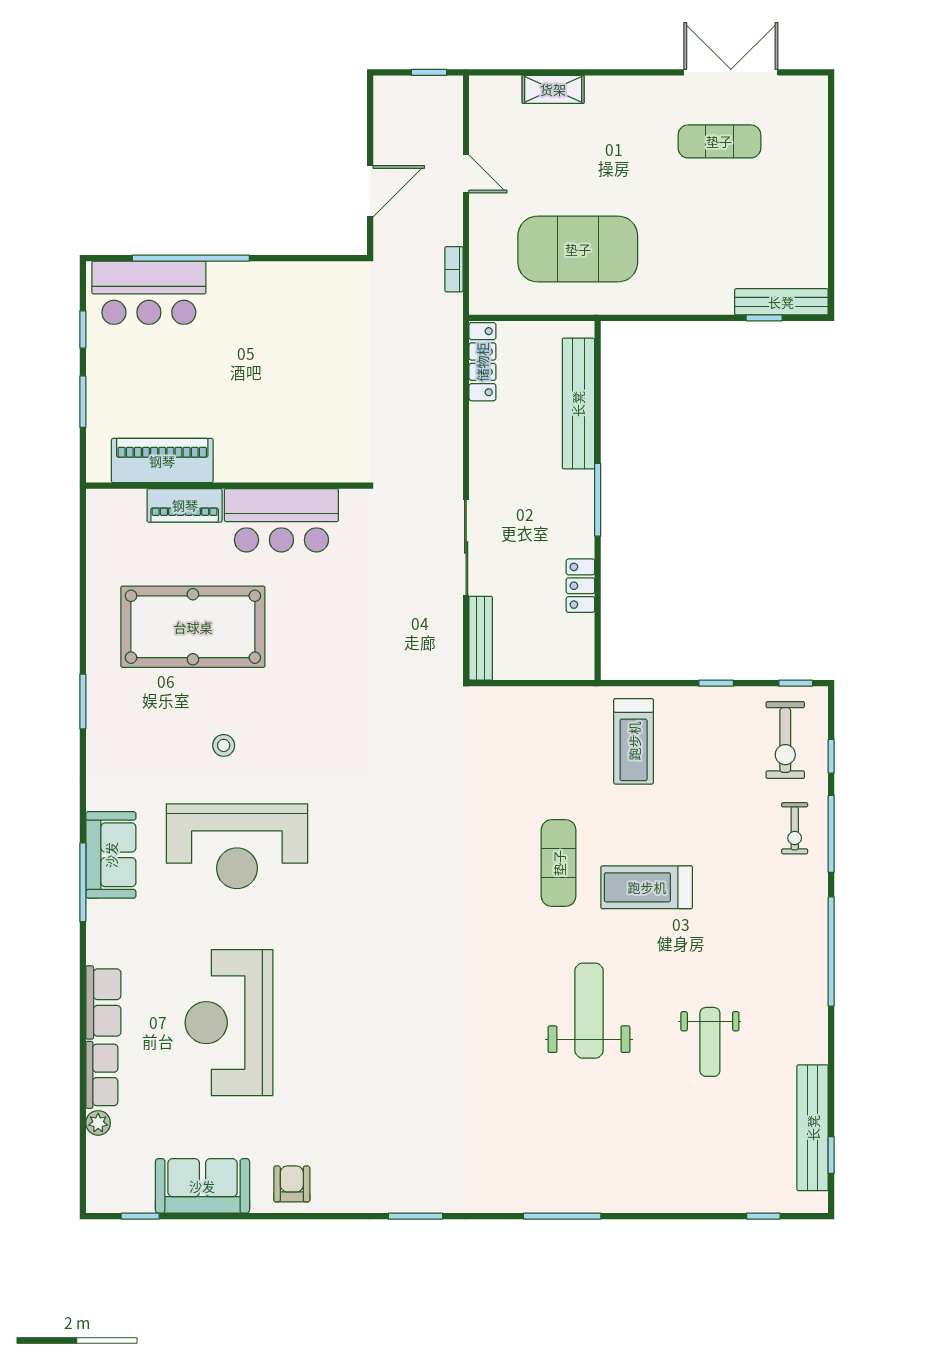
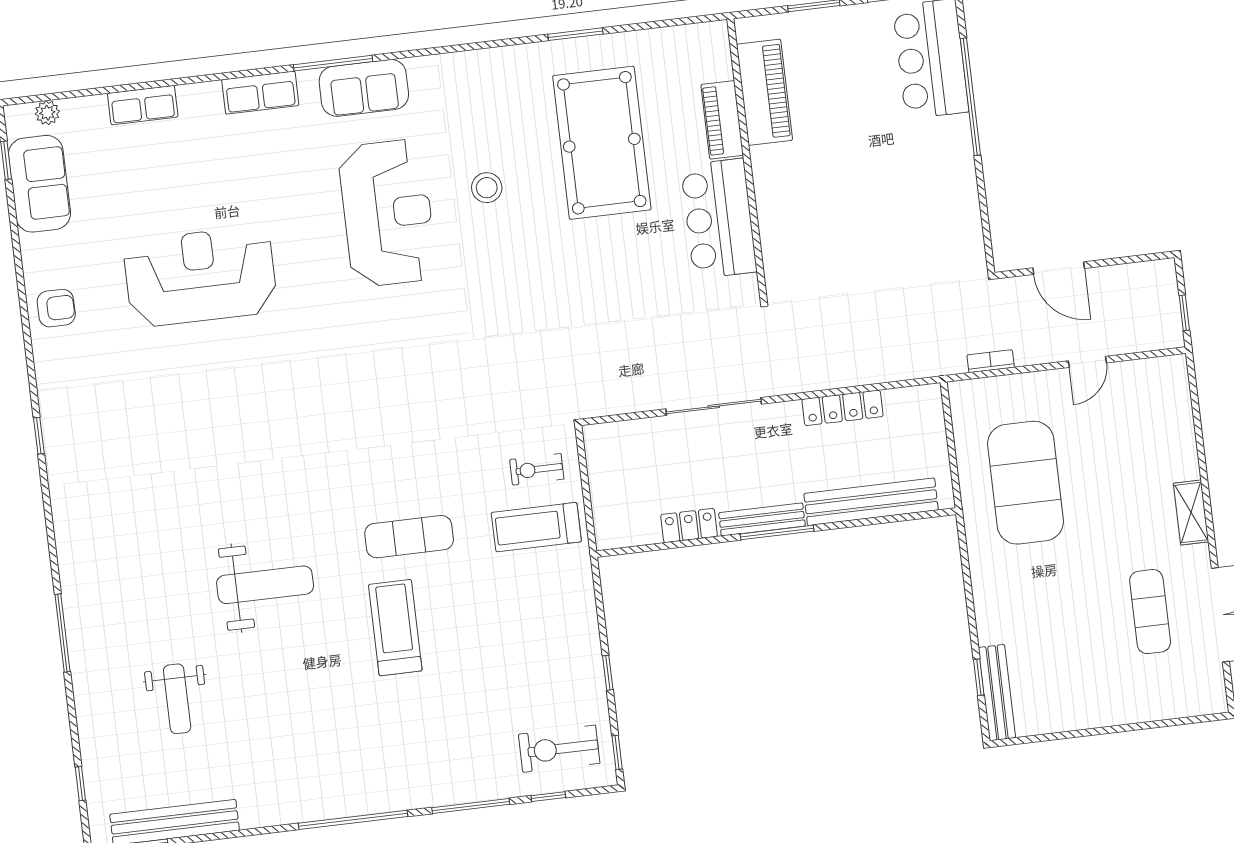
shelving: (553, 89) -> (1191, 513), moved
locker: (482, 362) -> (843, 408), moved
bench: (481, 638) -> (762, 519), moved
window: (83, 701) -> (575, 34), moved
treadmill: (634, 741) -> (536, 527), moved
stool: (224, 745) -> (487, 188), width x1.37, depth x1.37
exercise bike: (795, 828) -> (537, 469), moved
reception desk: (237, 846) -> (388, 213), turned 180
row of seats: (103, 1002) -> (260, 93), moved
reception desk: (229, 1023) -> (200, 276), moved
weight bench: (710, 1042) -> (177, 699), moved, turned -90
plant: (98, 1123) -> (47, 113), moved
sofa: (202, 1186) -> (39, 184), moved
window: (415, 1216) -> (39, 436), width x0.67
window: (562, 1216) -> (62, 633), moved

